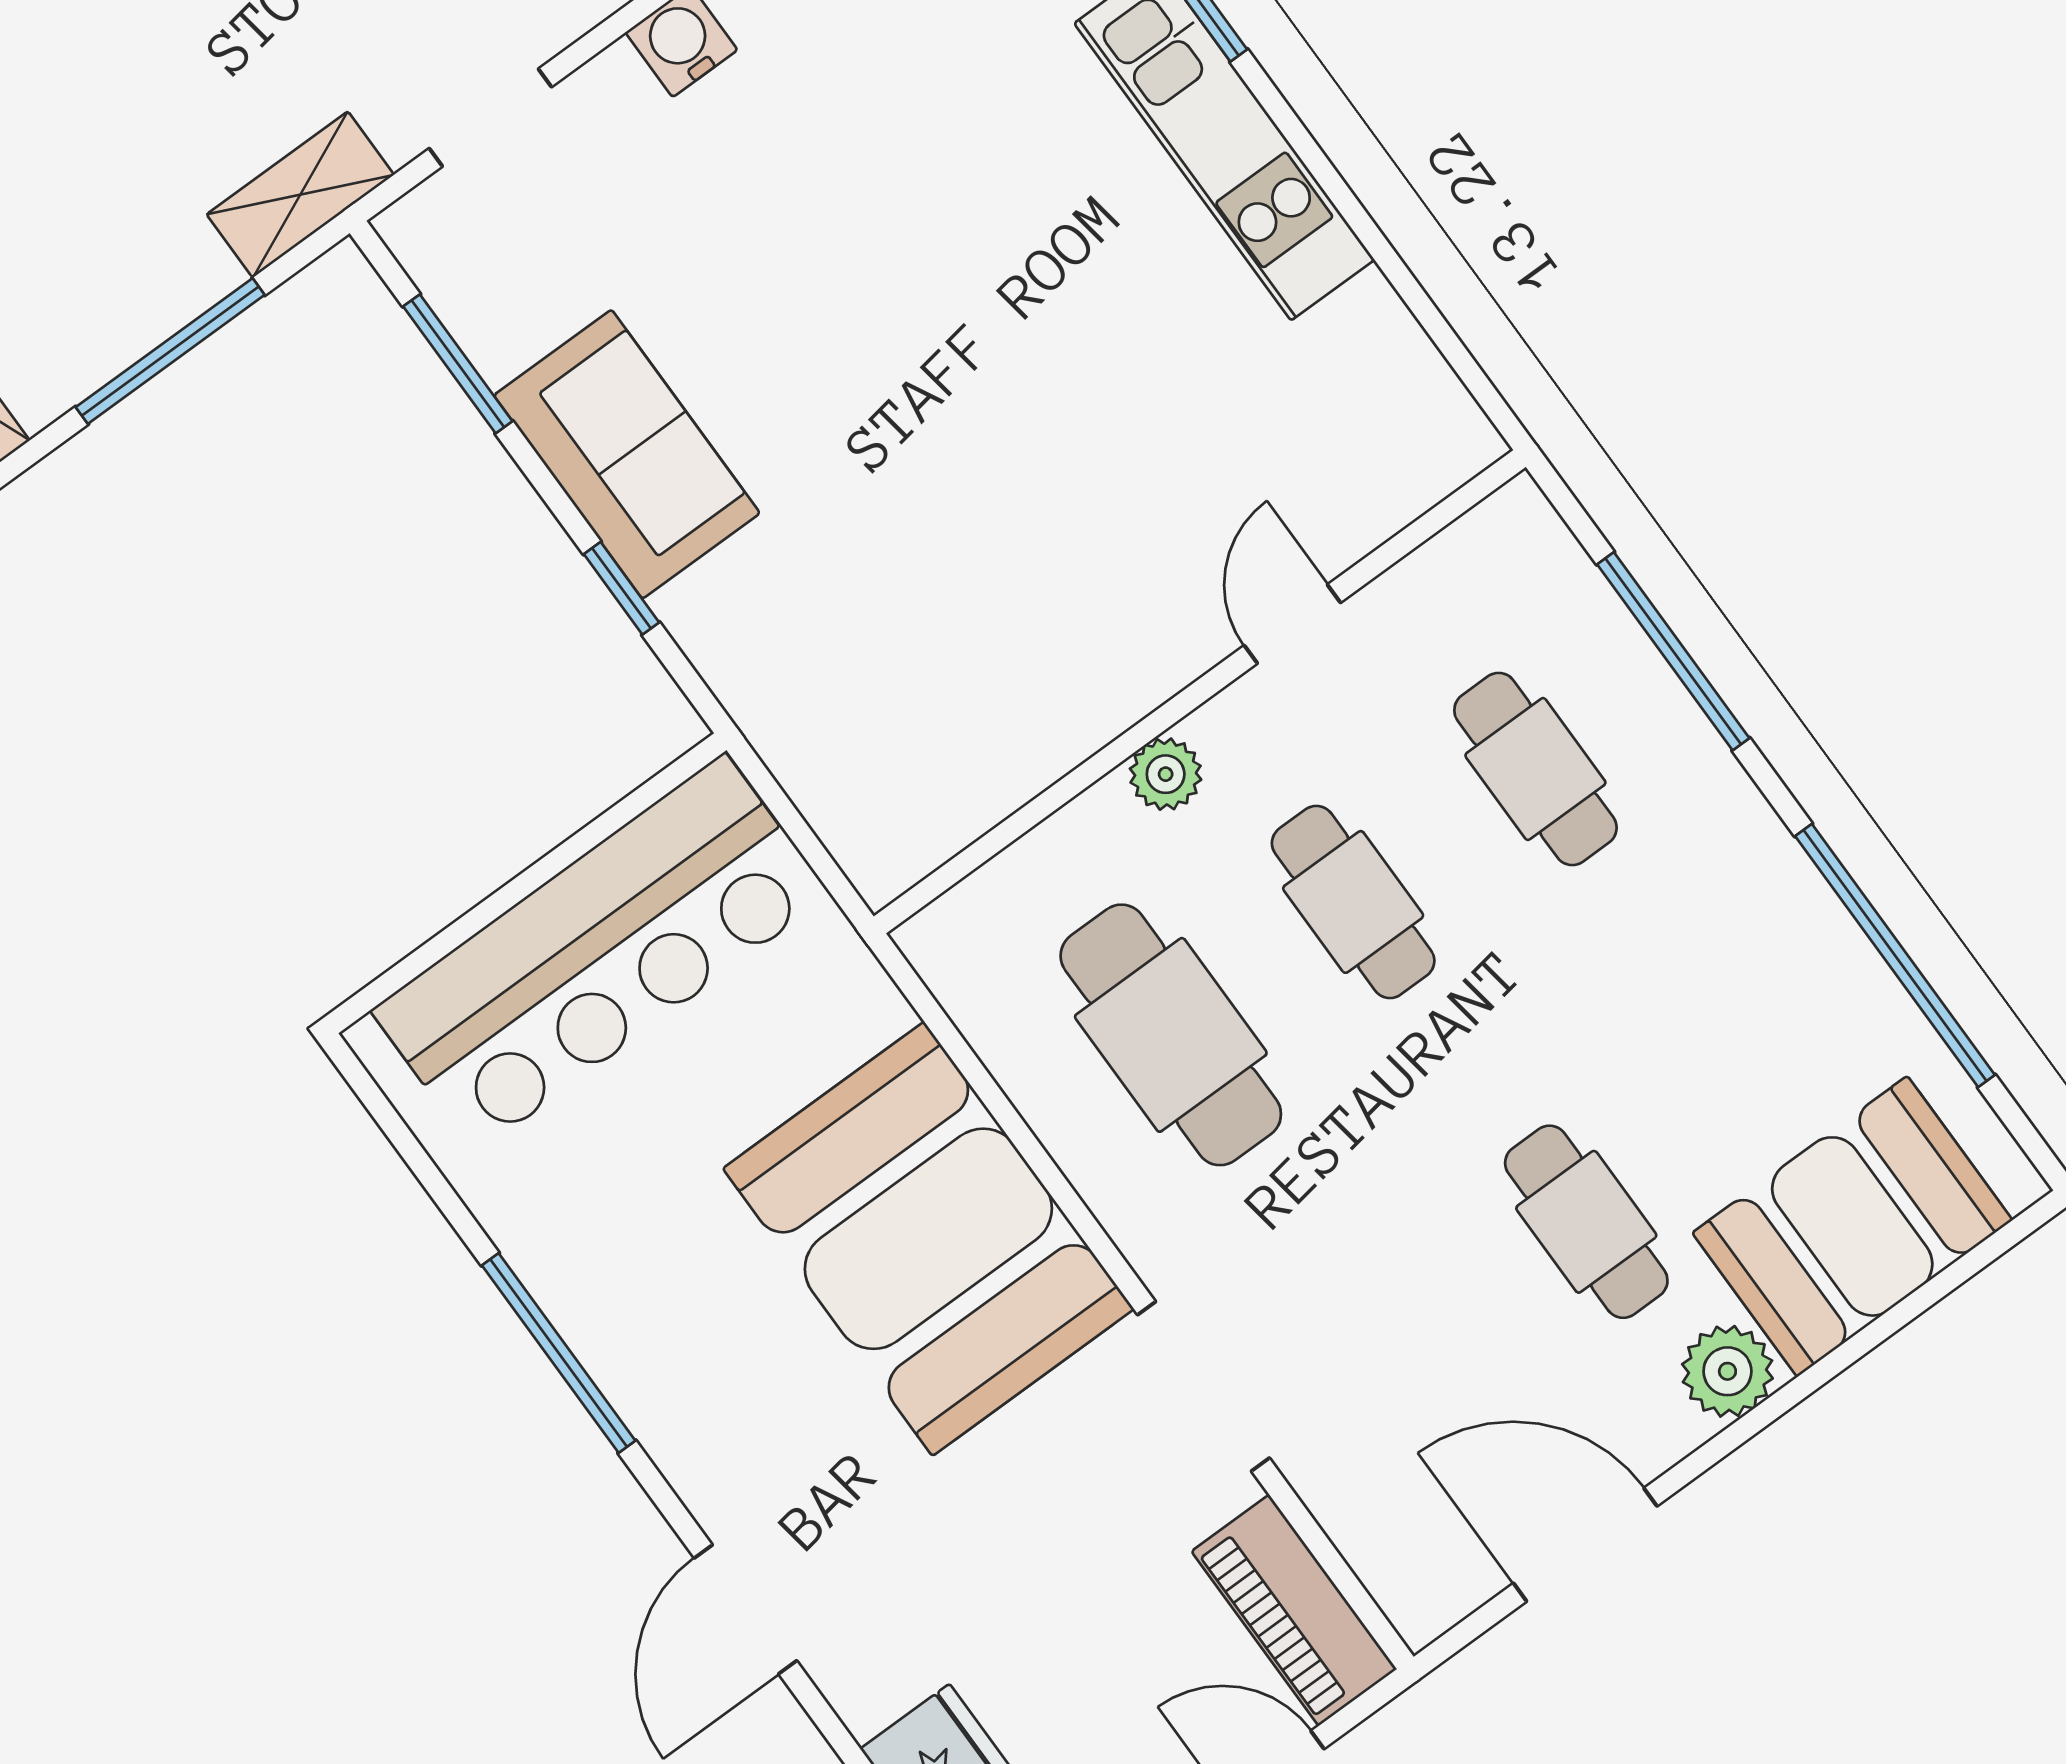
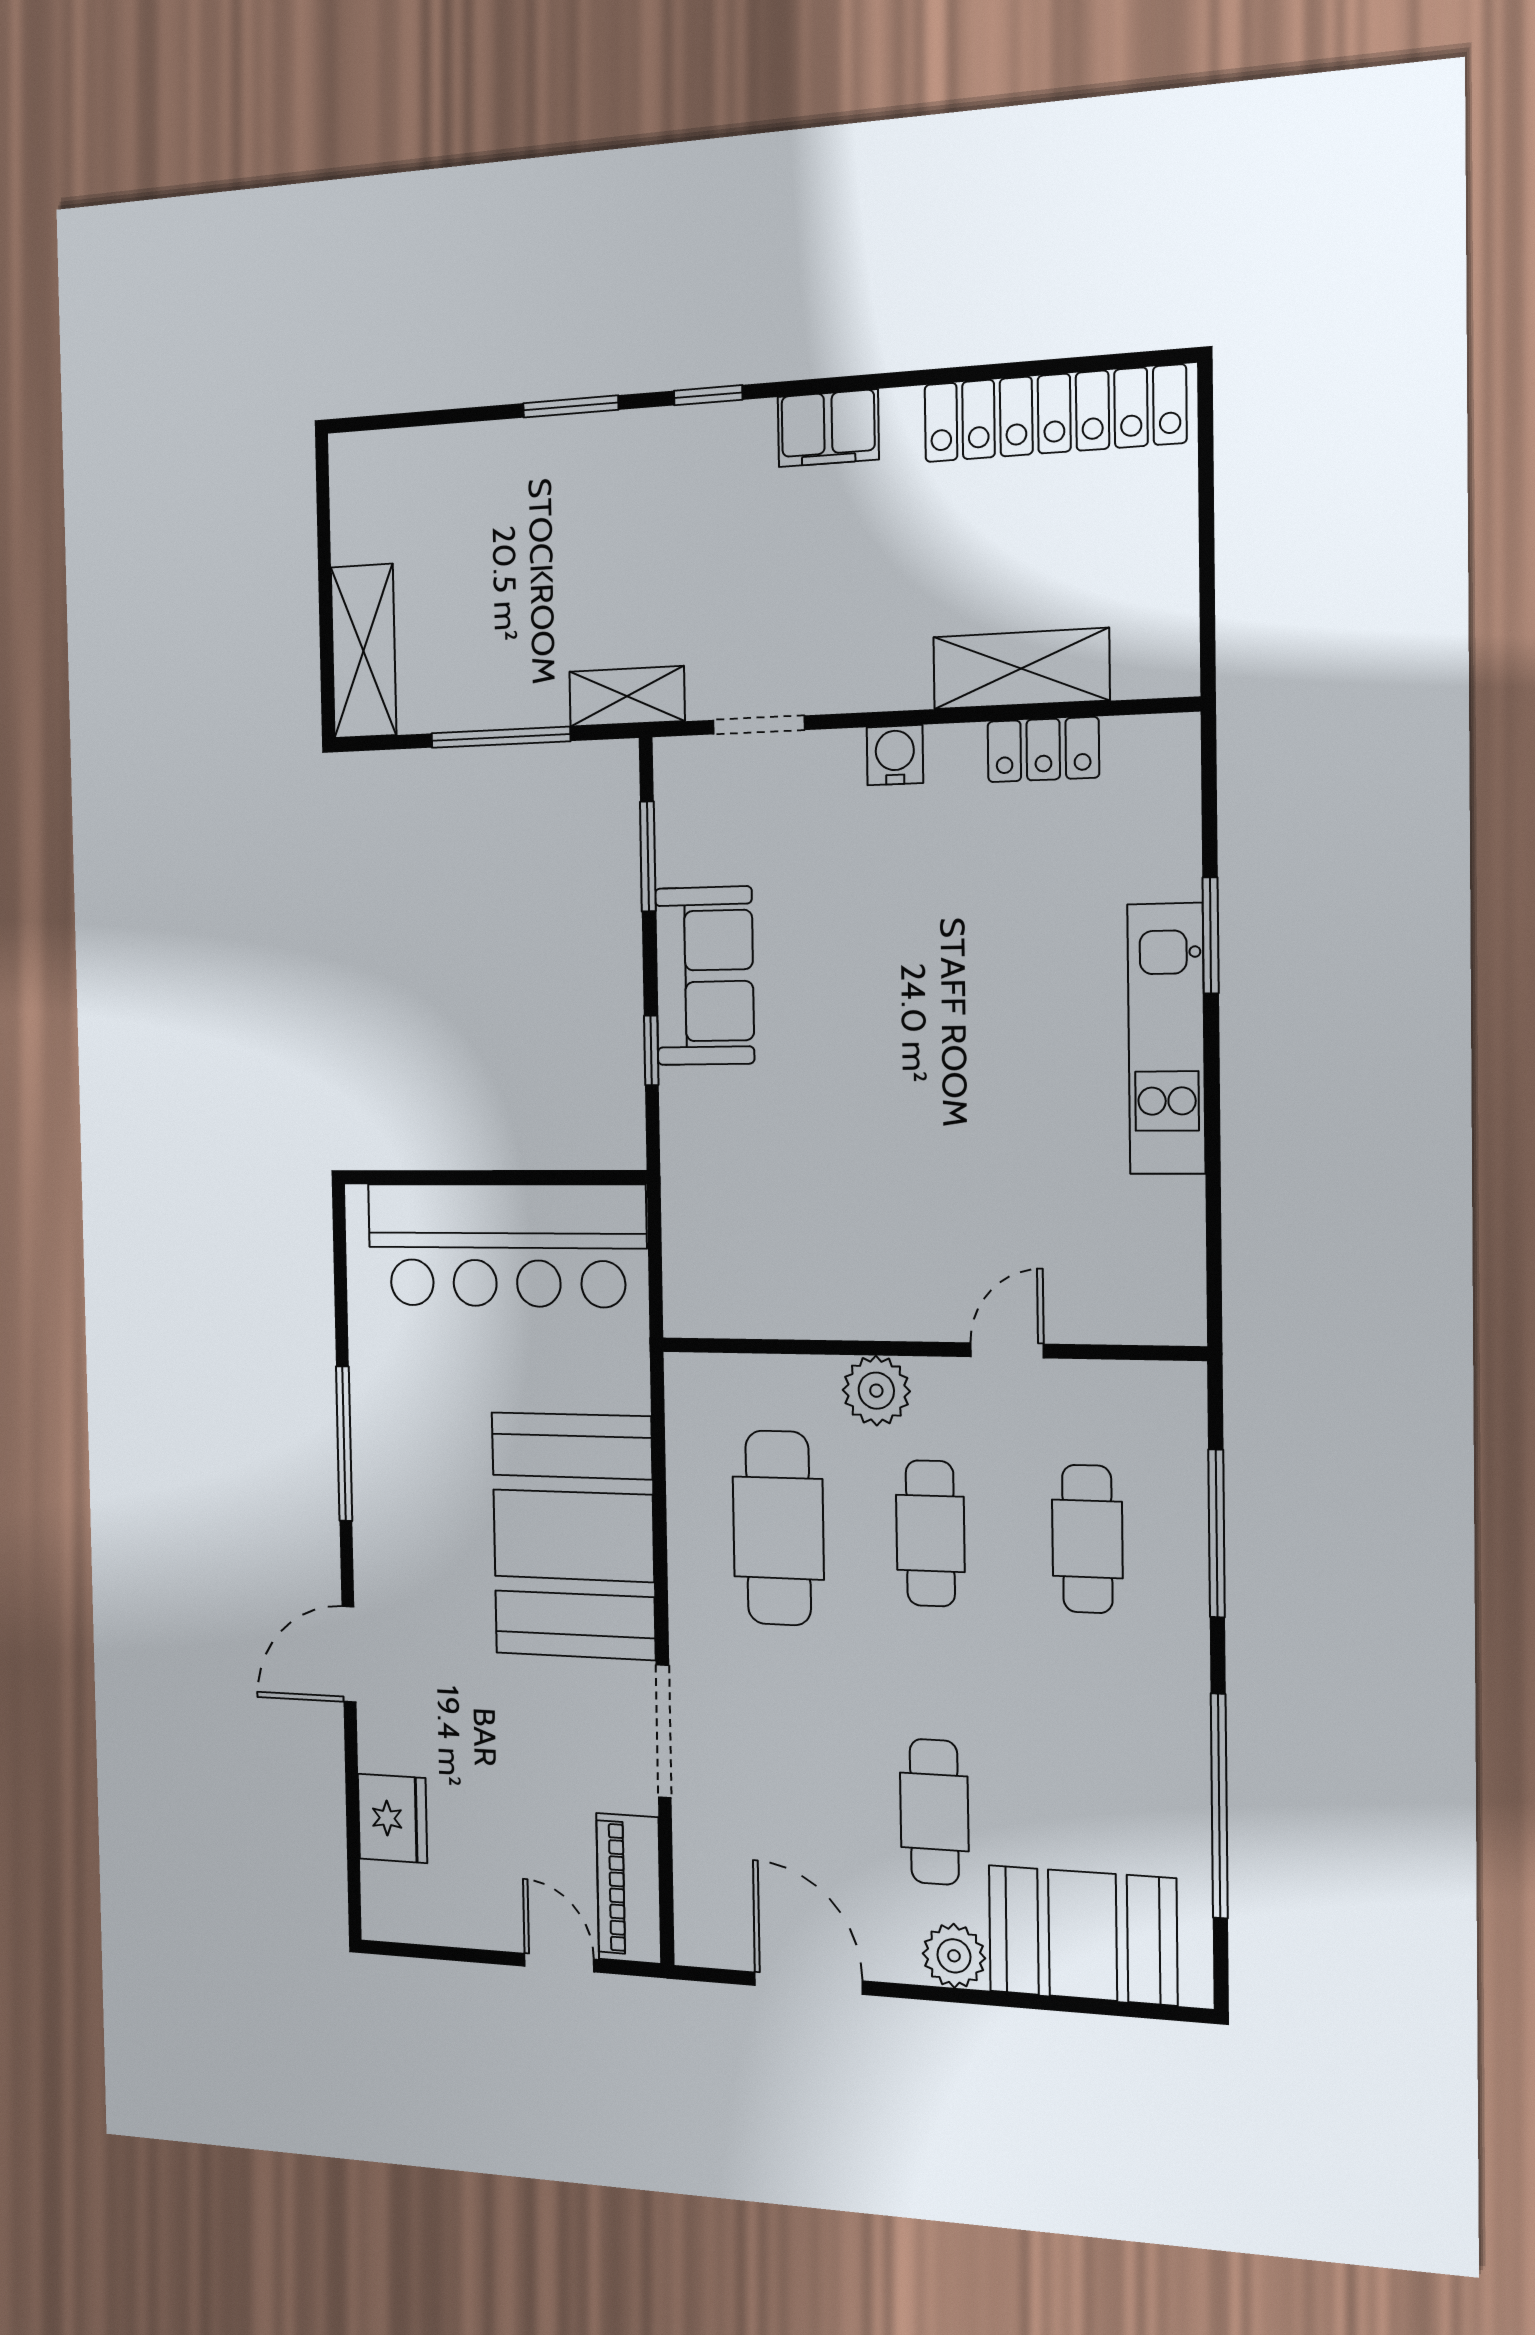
plant: (1166, 774) -> (876, 1391), width x1.38, depth x1.38

